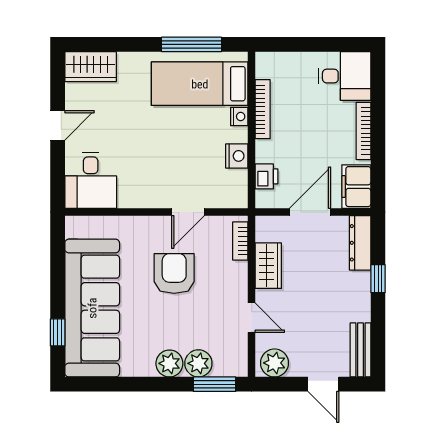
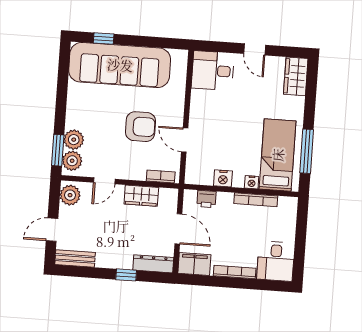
plant: (169, 363) -> (72, 161), moved

